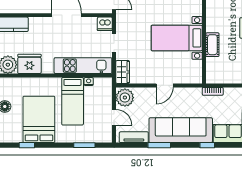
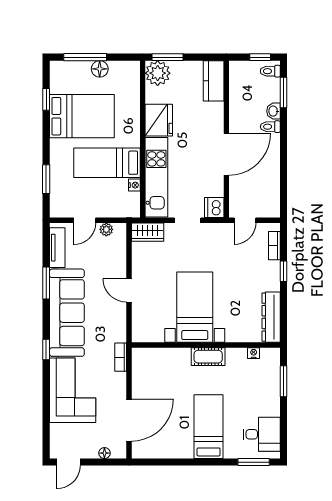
cot: (212, 45) -> (208, 357), moved
fridge: (29, 64) -> (159, 120), moved
plant: (125, 98) -> (106, 229), width x0.53, depth x0.53

